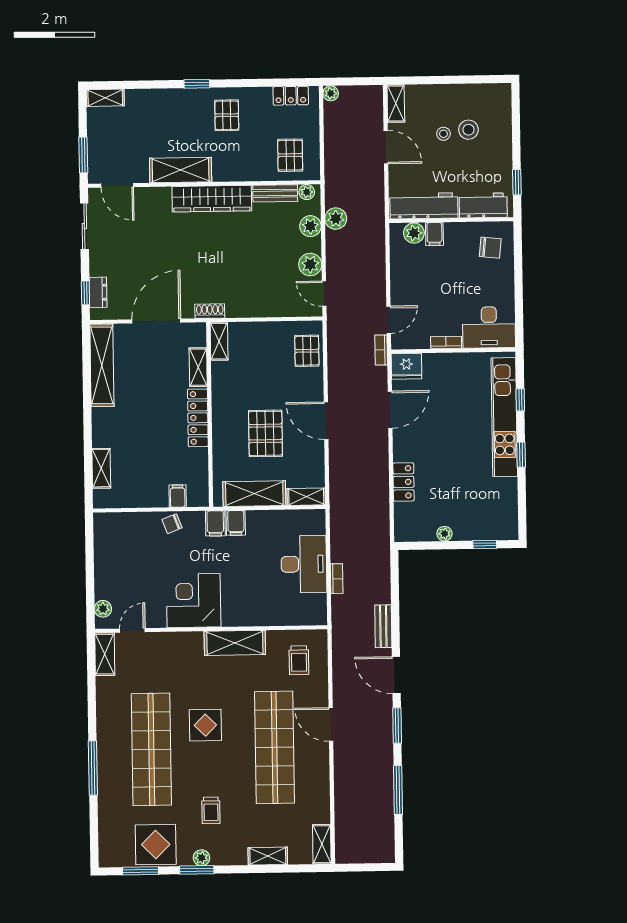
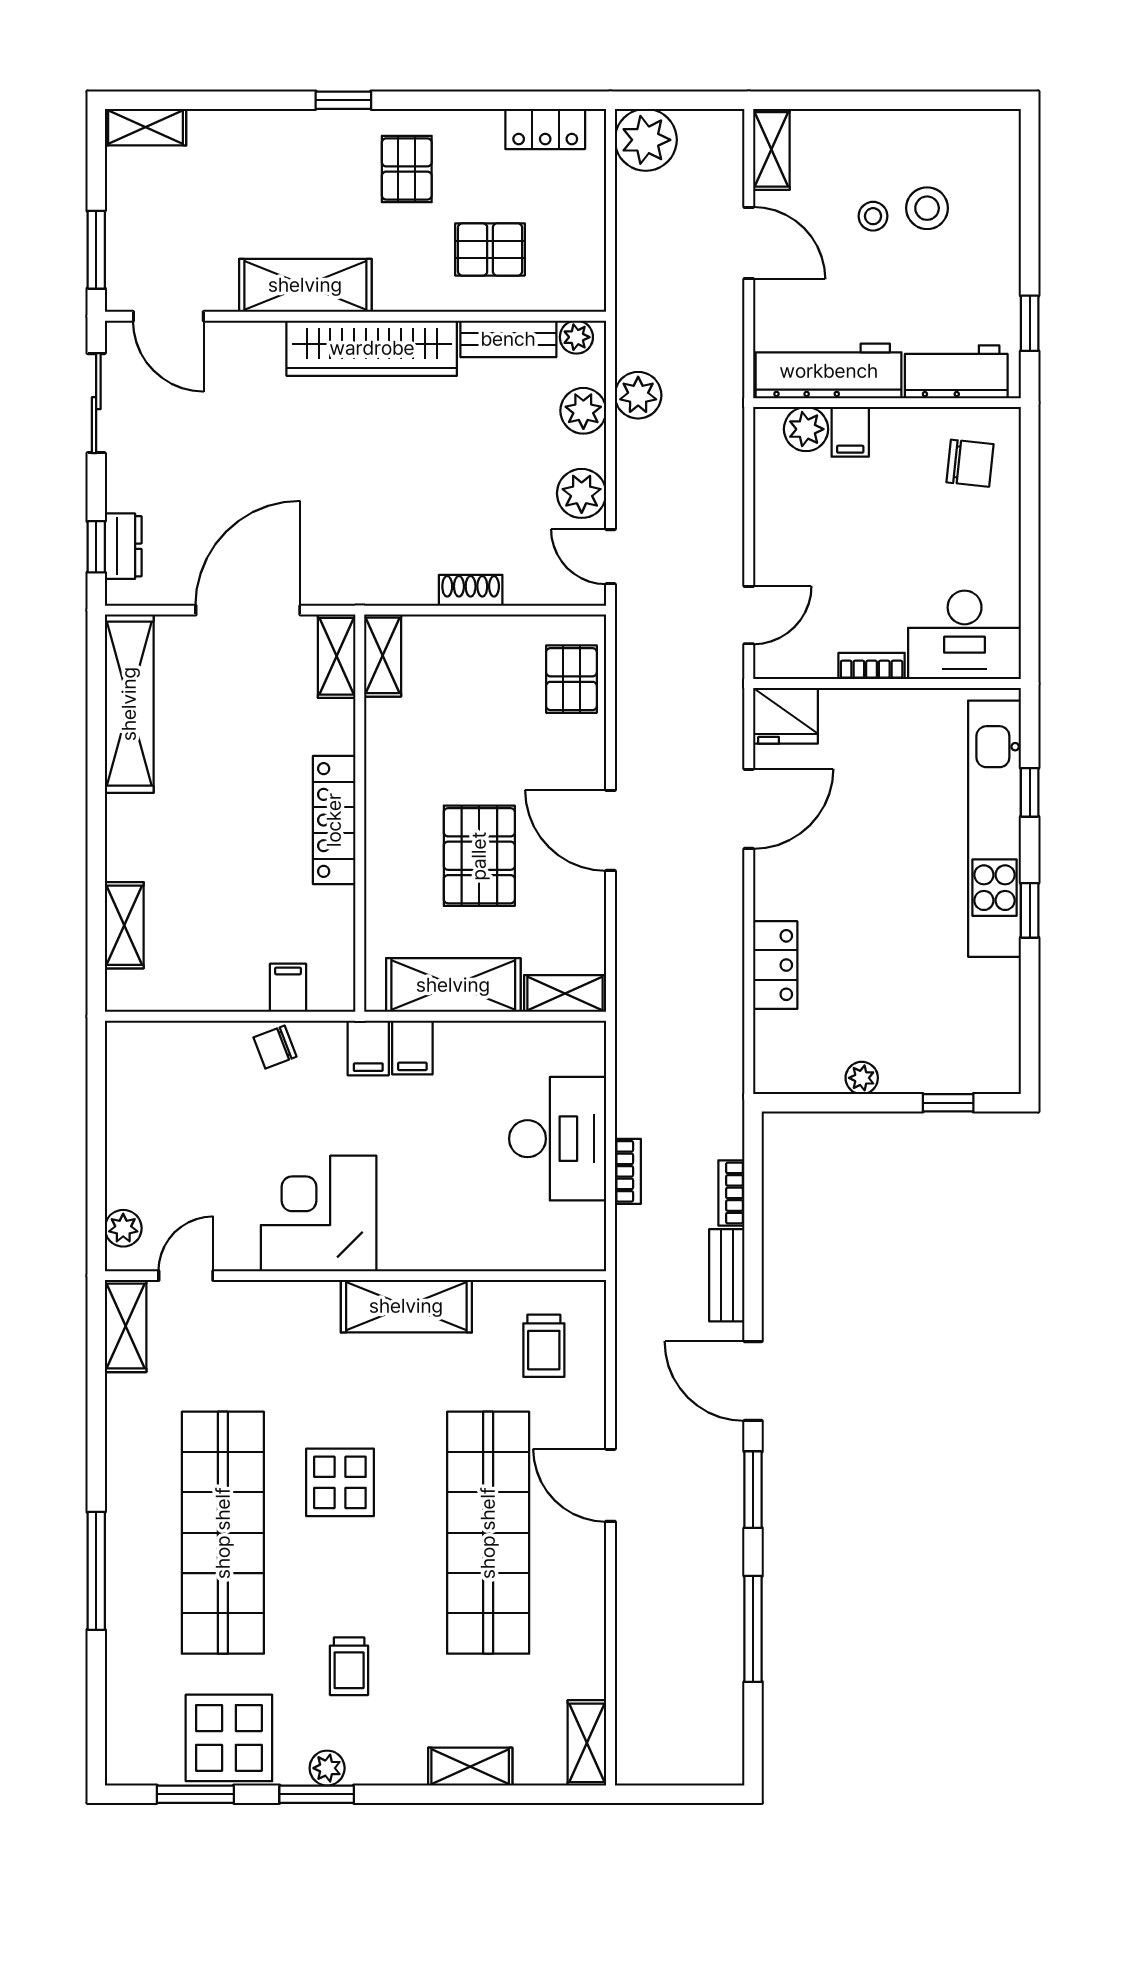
plant: (331, 93) -> (646, 140), width x1.88, depth x1.88
pallet: (290, 155) -> (490, 249), moved, turned 90
shoe rack: (210, 311) -> (471, 590), moved
bookcase: (381, 350) -> (731, 1193), moved
shelving: (198, 367) -> (337, 656), moved

